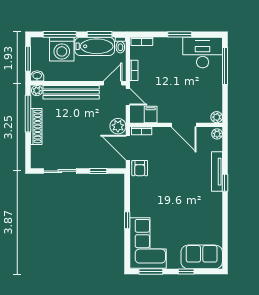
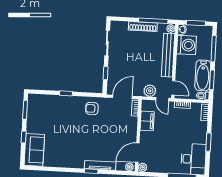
washing machine: (62, 49) -> (187, 45), moved, turned 180
door: (128, 97) -> (162, 99), hinge flipped
filing cabinet: (151, 114) -> (147, 121), width x2.00
door: (184, 125) -> (137, 153), moved
plant: (118, 126) -> (150, 91), moved
armchair: (140, 168) -> (92, 108), moved
corner sofa: (148, 243) -> (48, 109), removed

